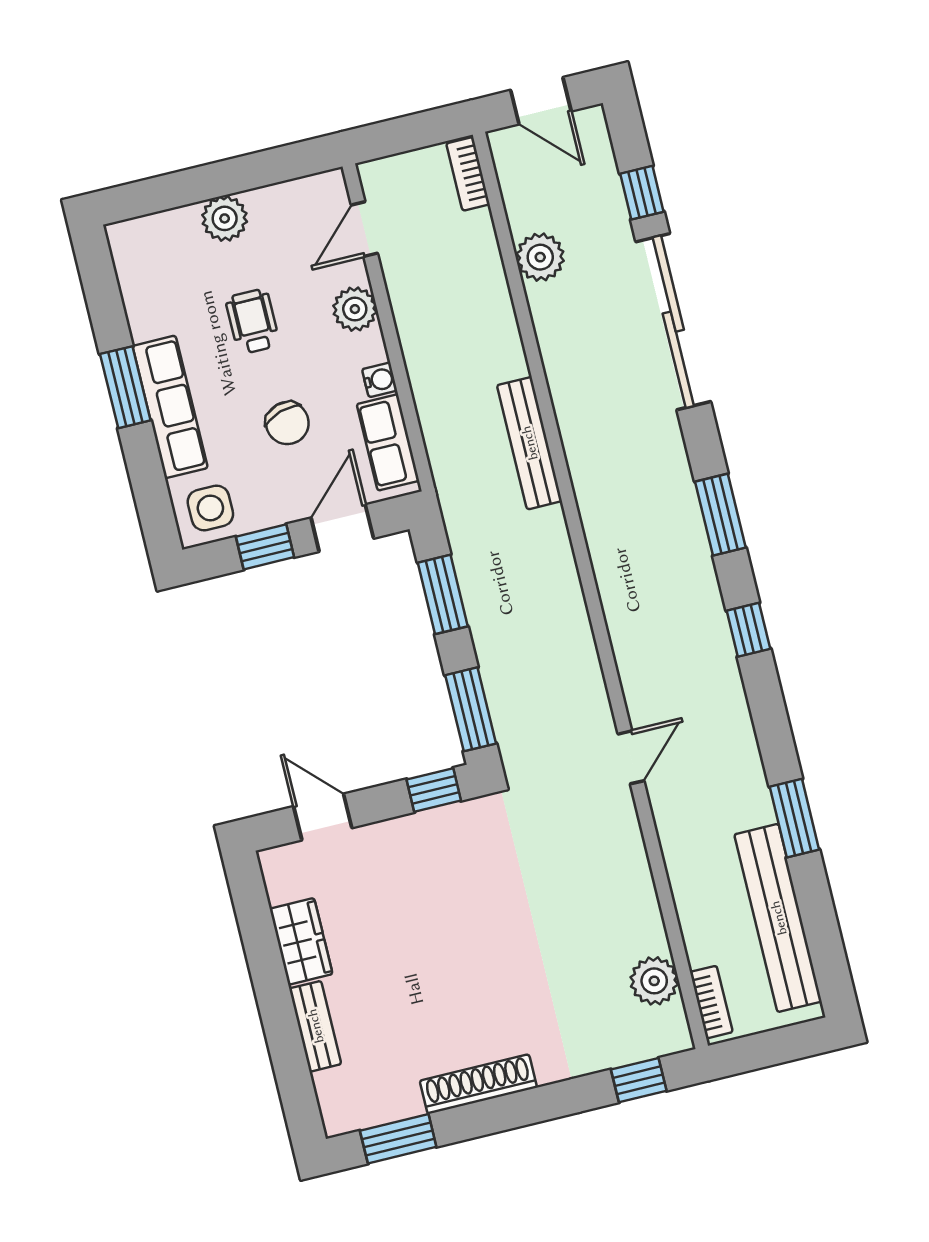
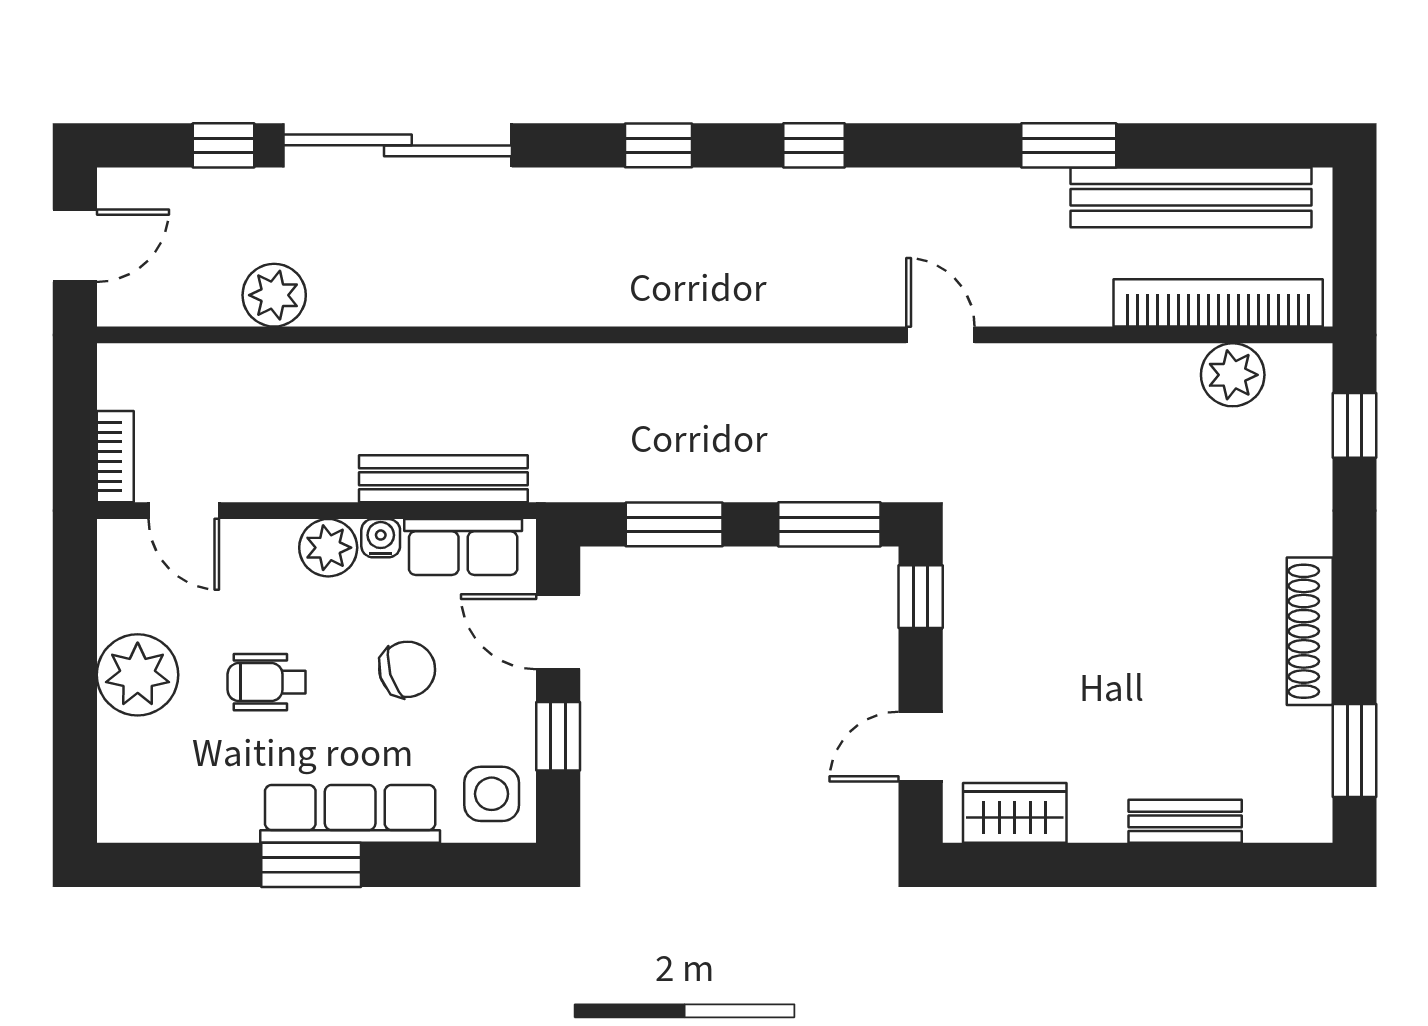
bookcase: (468, 174) -> (115, 457), moved, turned -90
plant: (225, 218) -> (138, 675), width x1.36, depth x1.36
plant: (355, 309) -> (328, 548), moved
bench: (529, 443) -> (443, 479), moved
window: (720, 515) -> (659, 145), width x0.67
wardrobe: (301, 941) -> (1015, 813), moved
bookcase: (711, 1002) -> (1218, 303), width x2.31, depth x1.31

